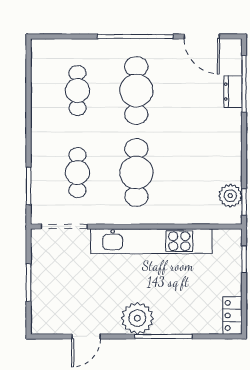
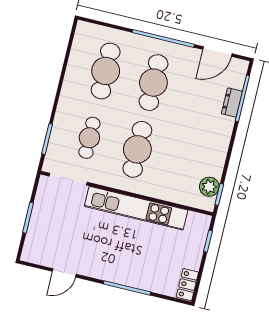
door: (202, 36) -> (217, 52), hinge flipped
cafe table: (77, 90) -> (106, 71), width x1.37, depth x1.35
plant: (137, 318) -> (109, 268), removed

